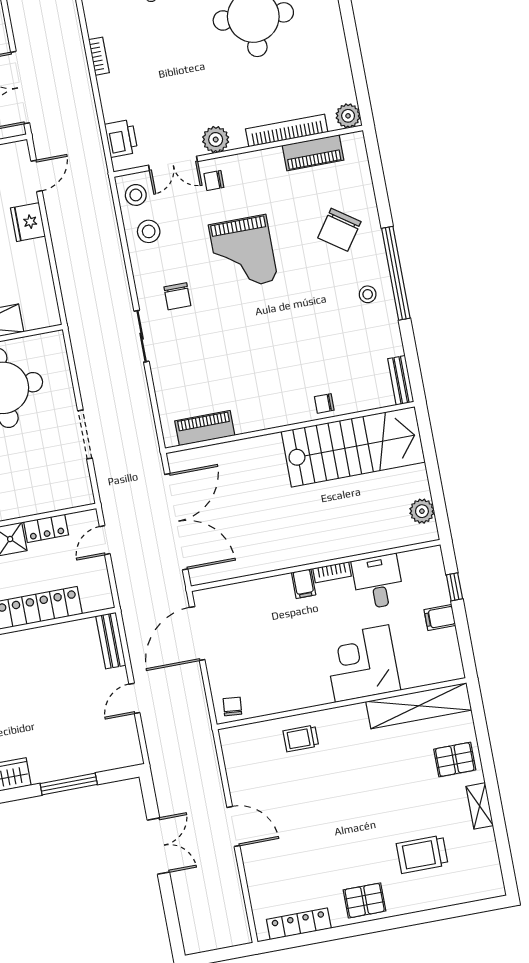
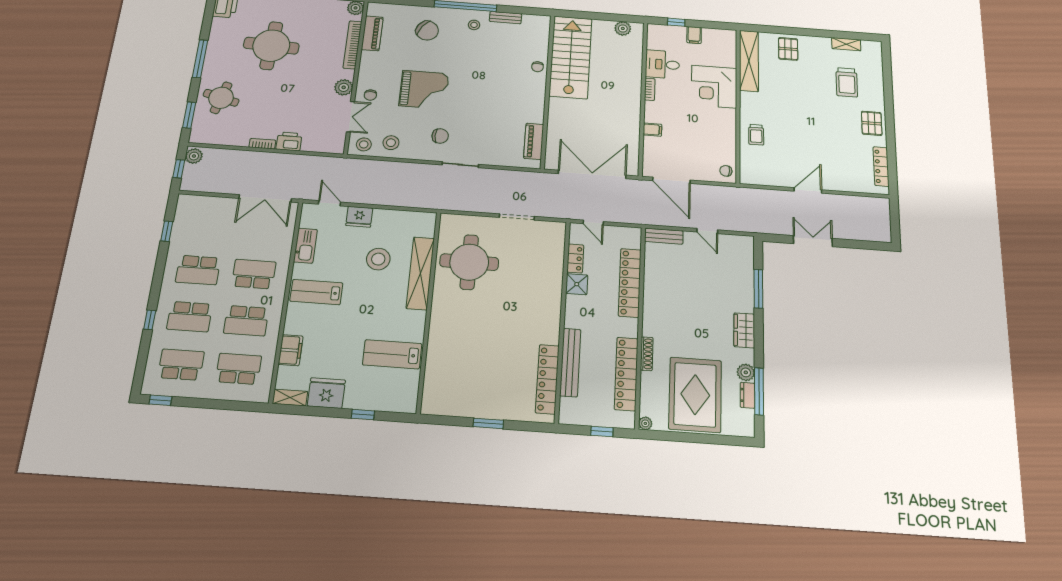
printer: (121, 138) -> (289, 141), moved
bench: (401, 380) -> (506, 18), moved
filing cabinet: (304, 584) -> (652, 130), moved
shelving: (480, 806) -> (846, 44), moved

